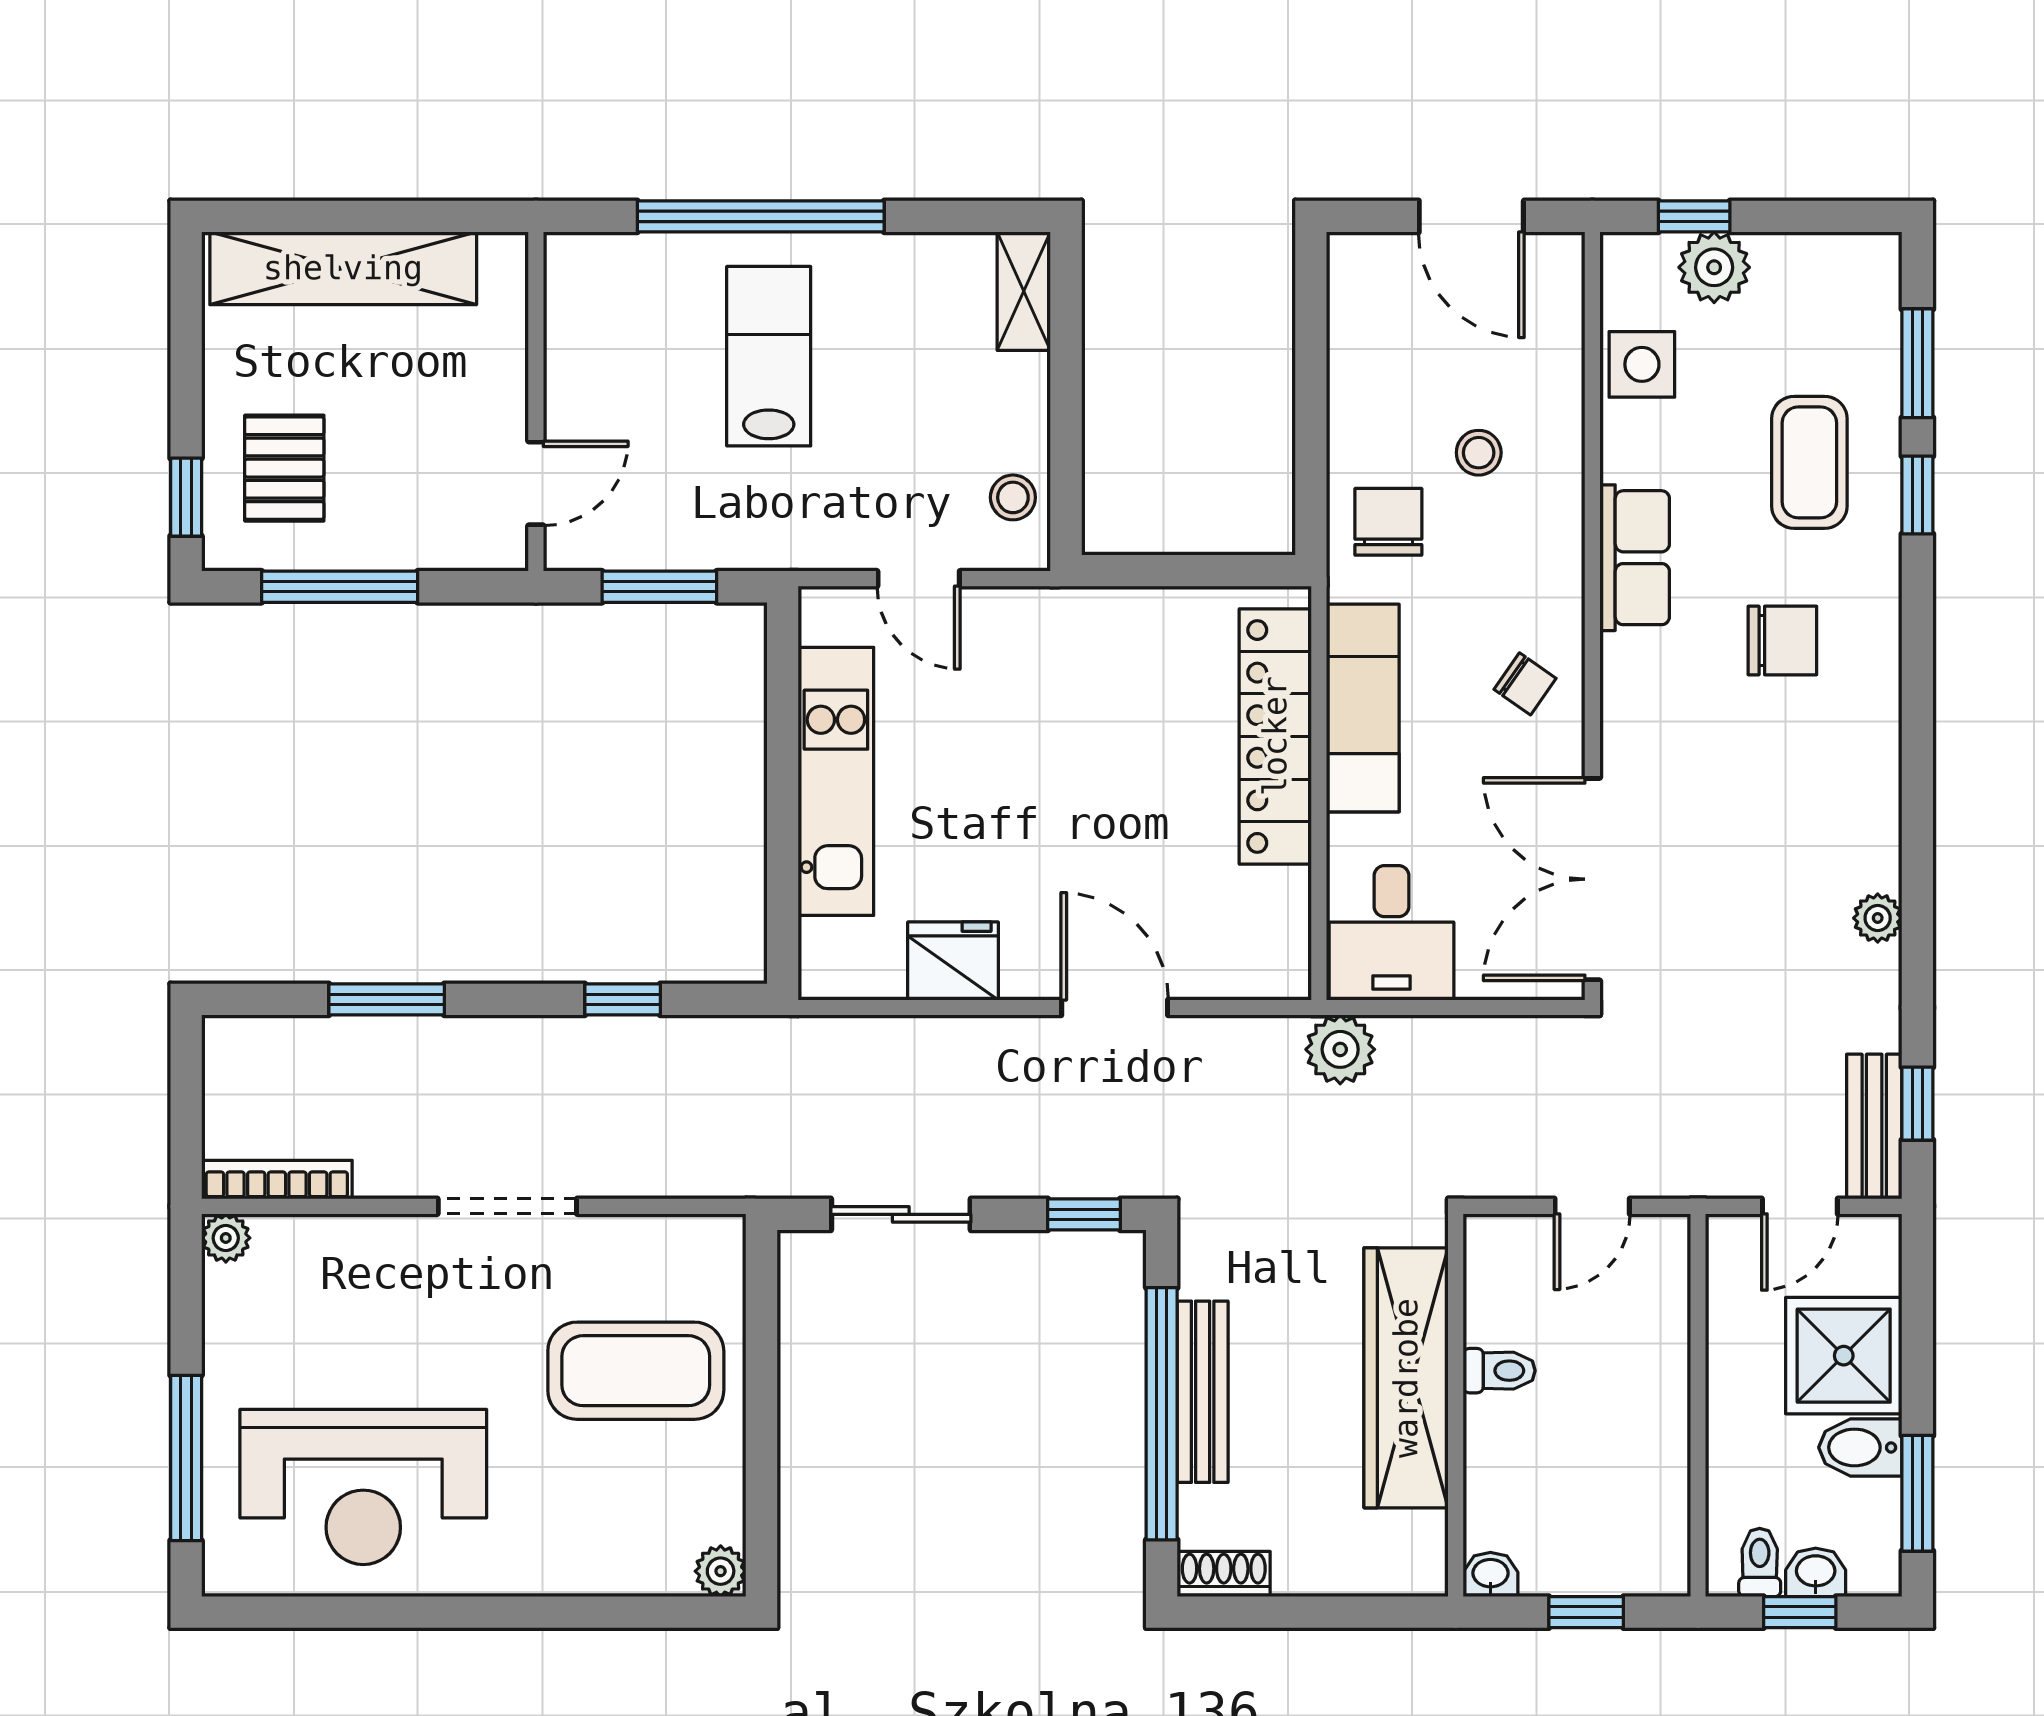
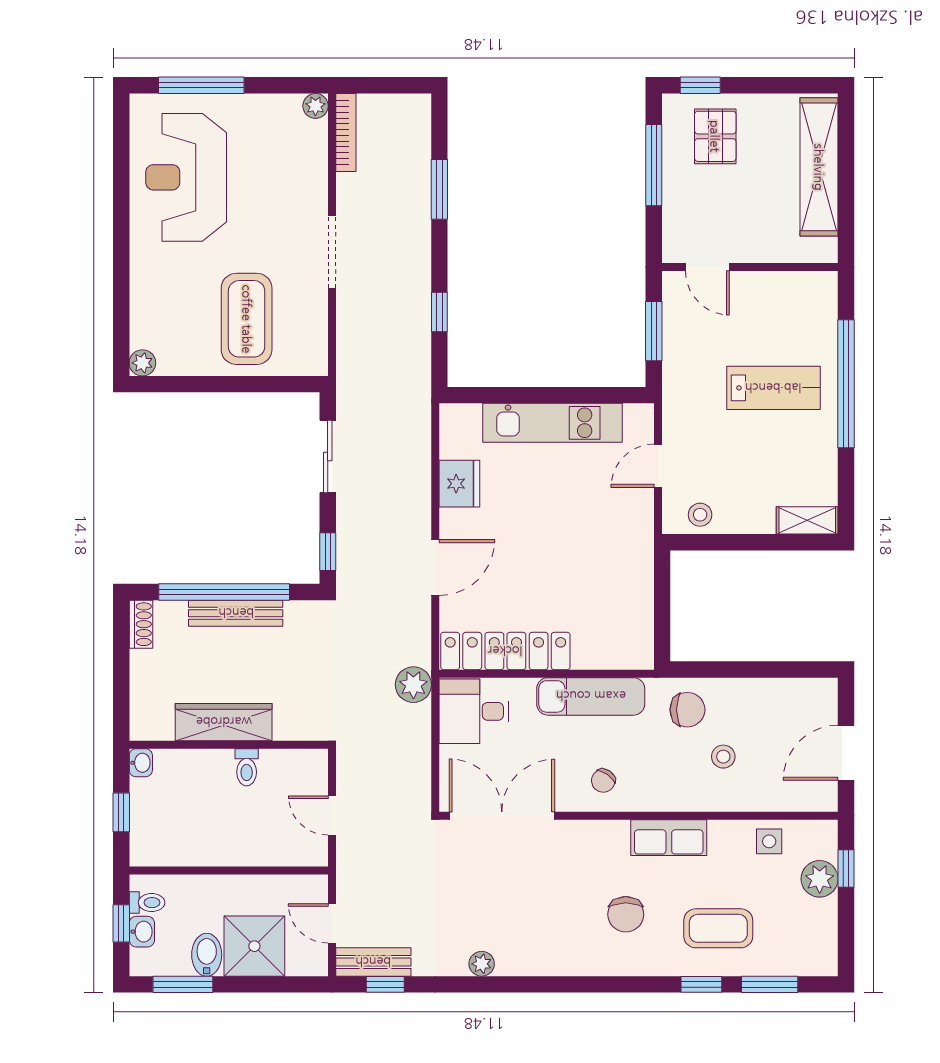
side table: (1642, 364) -> (769, 841), width x0.73, depth x0.73
pallet: (284, 468) -> (715, 136), turned 90
locker: (1275, 736) -> (505, 651), moved
wardrobe: (1406, 1378) -> (224, 722), width x0.71, depth x0.85

